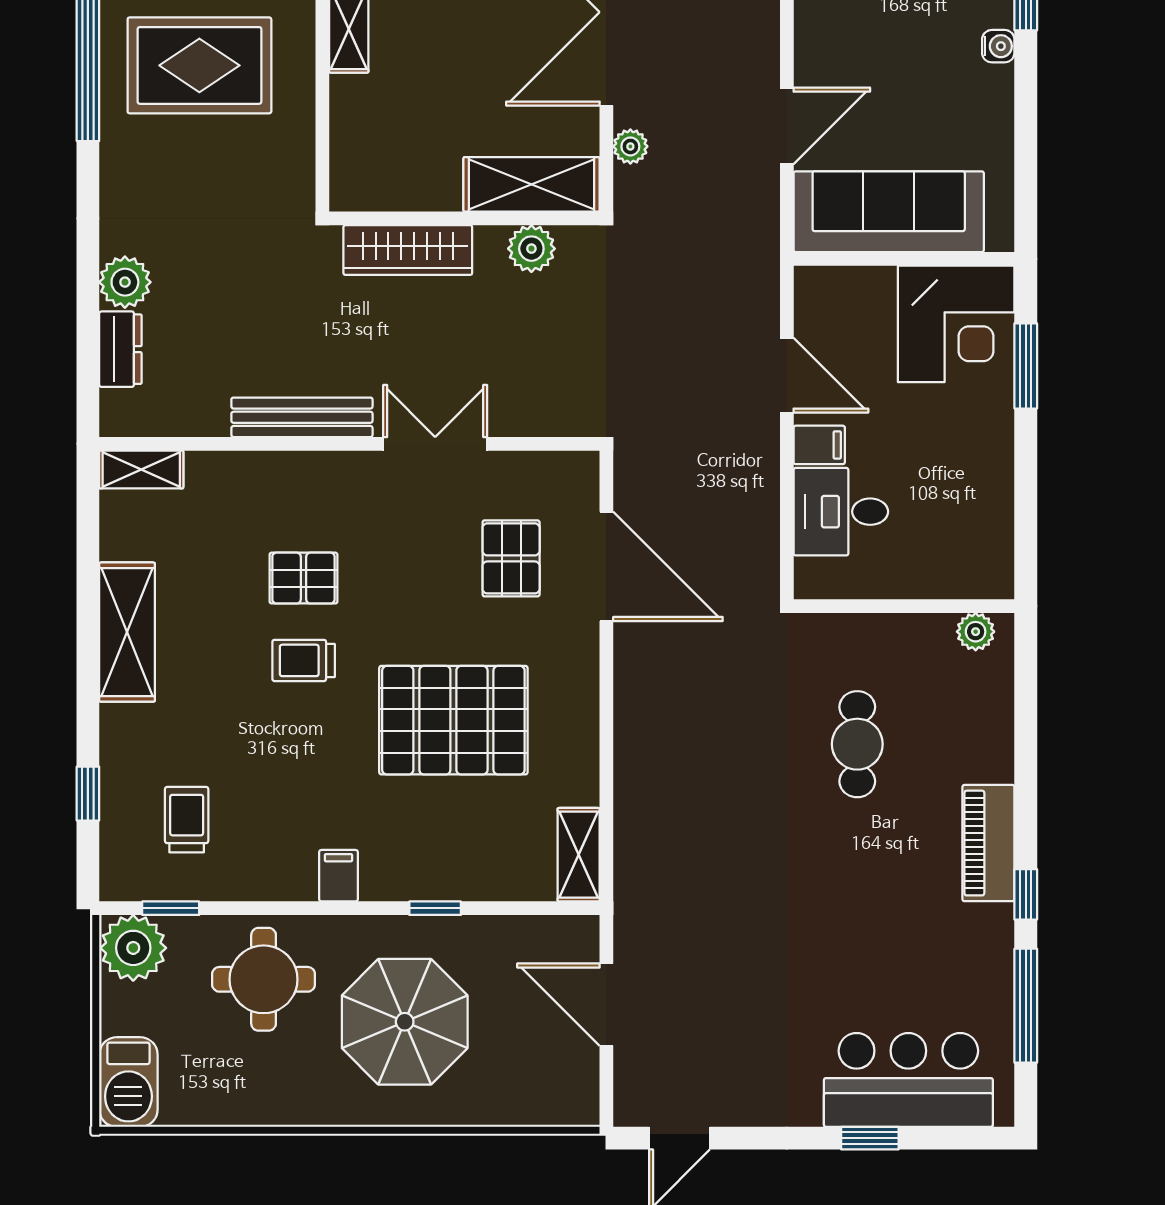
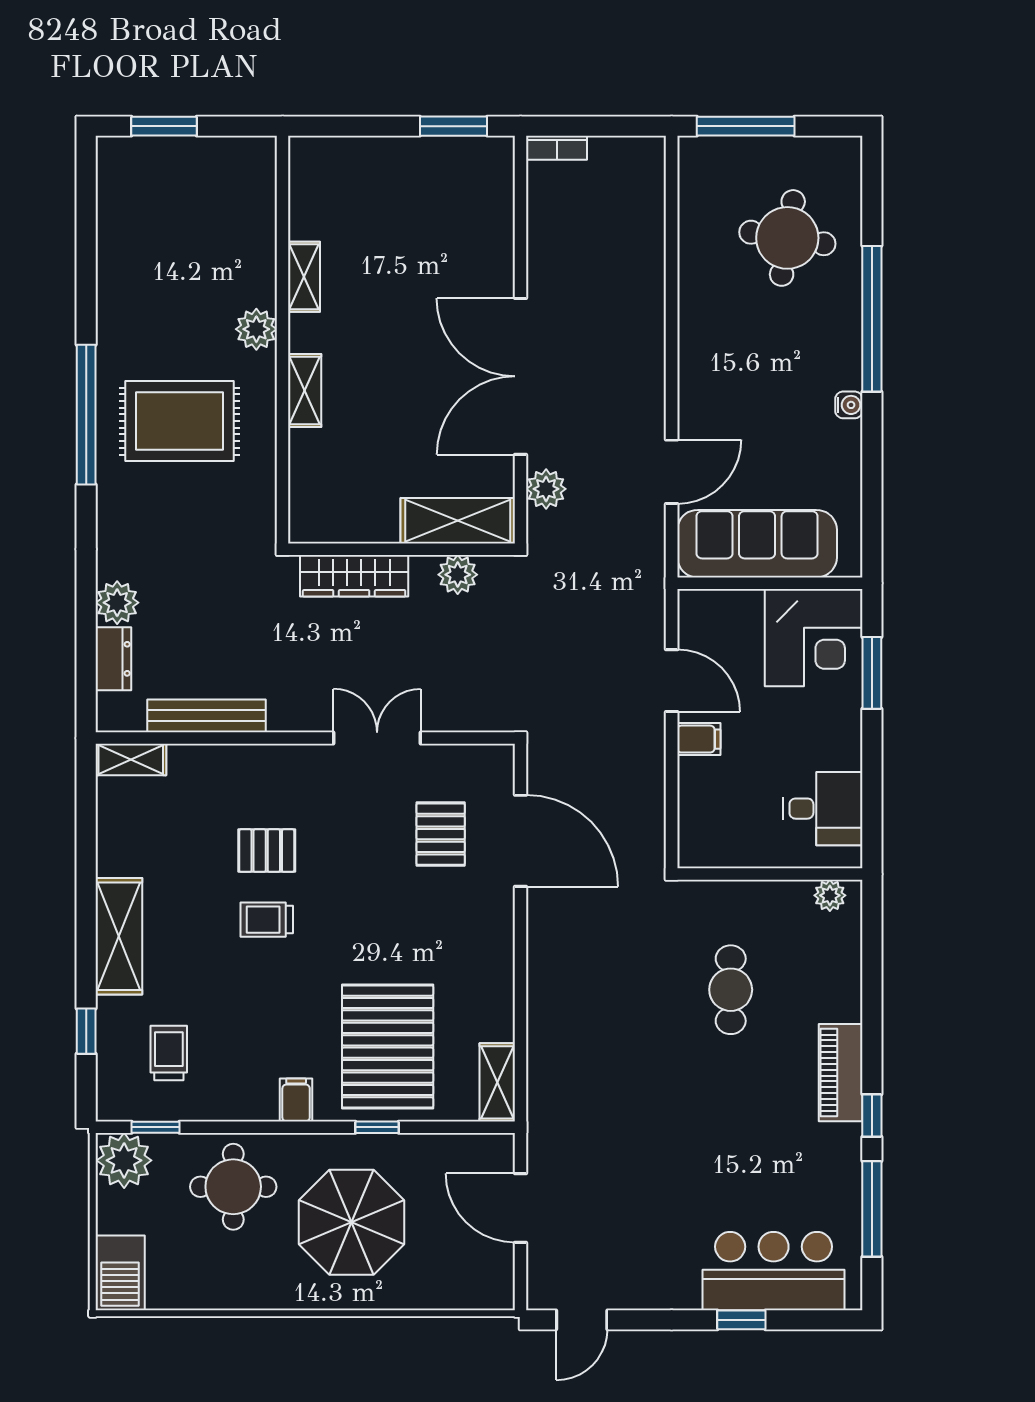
plant: (630, 146) -> (546, 489), width x1.38, depth x1.38
bench: (302, 417) -> (207, 716), moved
desk: (841, 512) -> (823, 809), moved, turned 180
shelving: (127, 632) -> (119, 936), moved
pallet: (453, 720) -> (388, 1046), moved, turned 90

